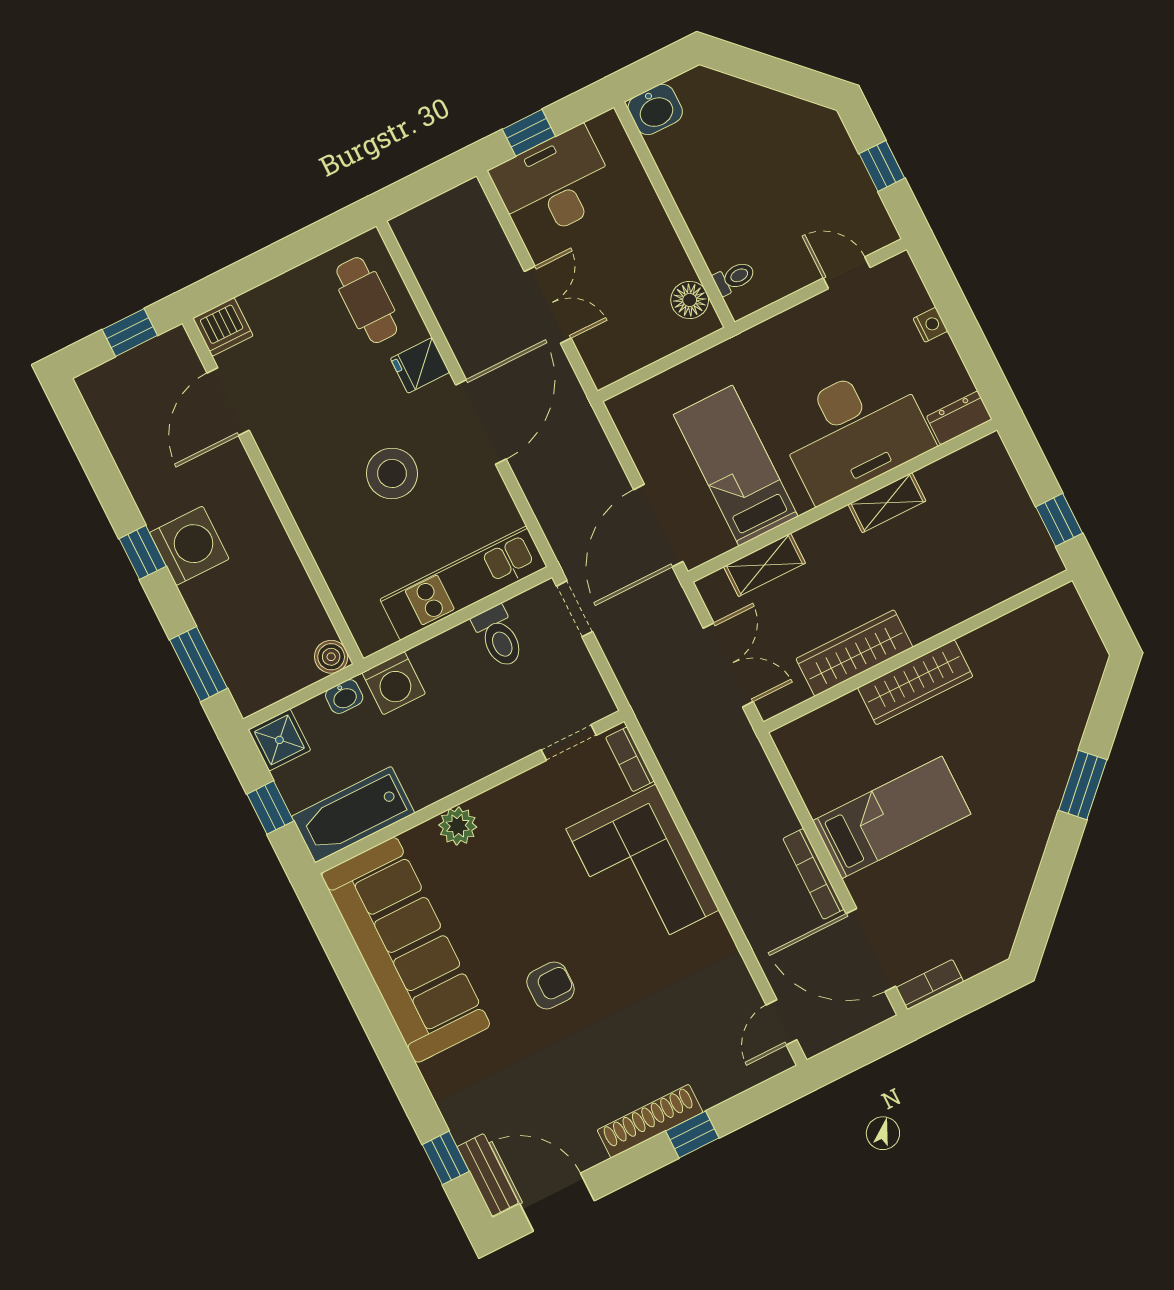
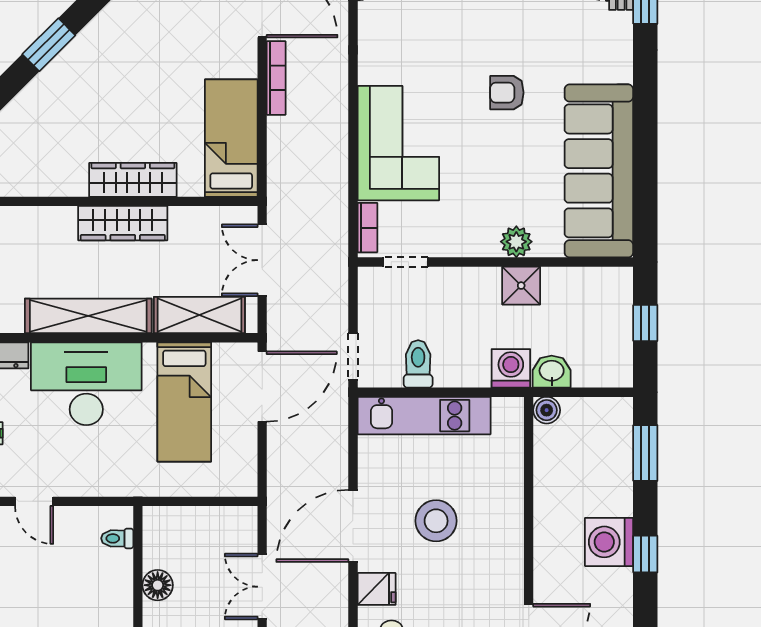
floor lamp: (690, 300) -> (158, 585), moved
shelving: (887, 503) -> (88, 316), width x2.20, depth x1.33
shelving: (764, 565) -> (199, 315), width x1.50, depth x1.33
wardrobe: (854, 653) -> (123, 223), moved
washbasin: (344, 697) -> (552, 372), width x1.38, depth x1.45
shower: (279, 740) -> (521, 286), moved
bathtub: (353, 815) -> (588, 288), removed
bed: (892, 817) -> (231, 138), moved, turned 90

